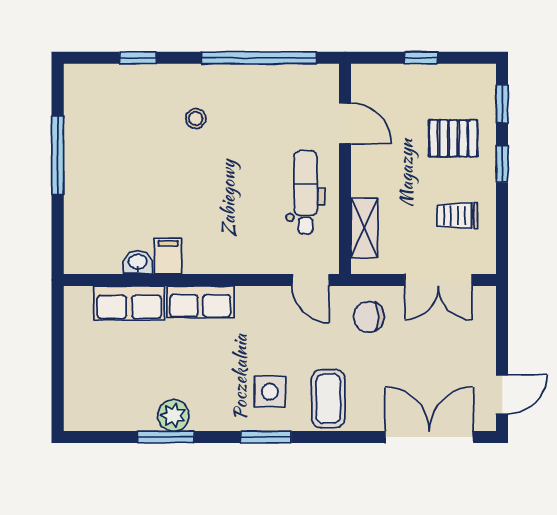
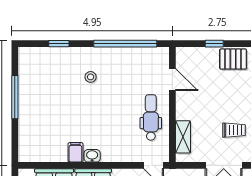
pallet: (453, 138) -> (233, 59), moved
trolley: (457, 216) -> (234, 130), turned 180
washbasin: (138, 262) -> (92, 156), moved

